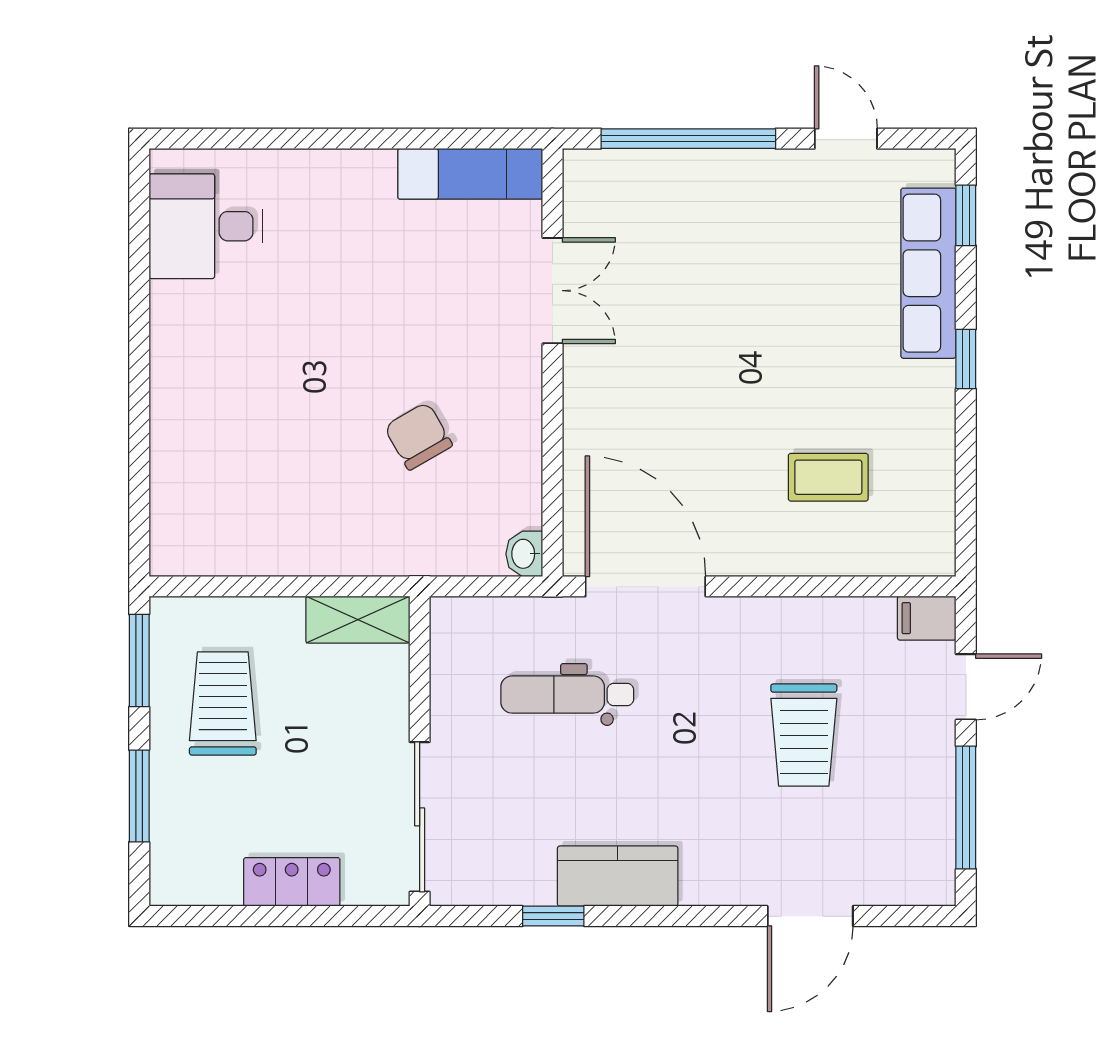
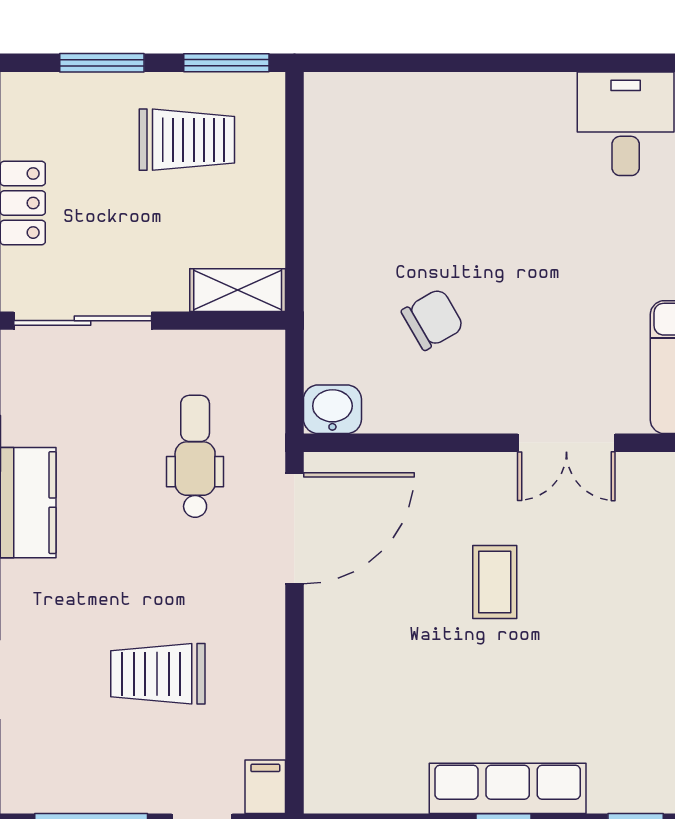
row of seats: (928, 273) -> (508, 788), moved
coffee table: (828, 477) -> (495, 582), moved
washbasin: (524, 554) -> (332, 409), width x1.38, depth x1.45
shelving: (358, 620) -> (238, 290), moved, turned 90

